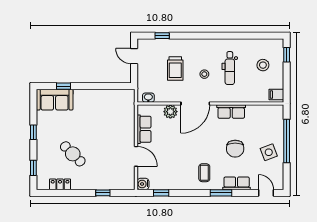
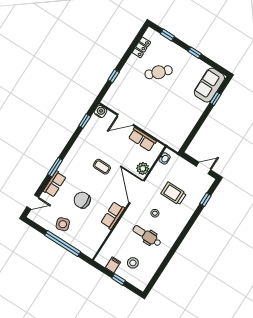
window: (287, 55) -> (119, 279), moved
filing cabinet: (276, 95) -> (113, 265), moved
coffee table: (204, 173) -> (102, 167), moved

